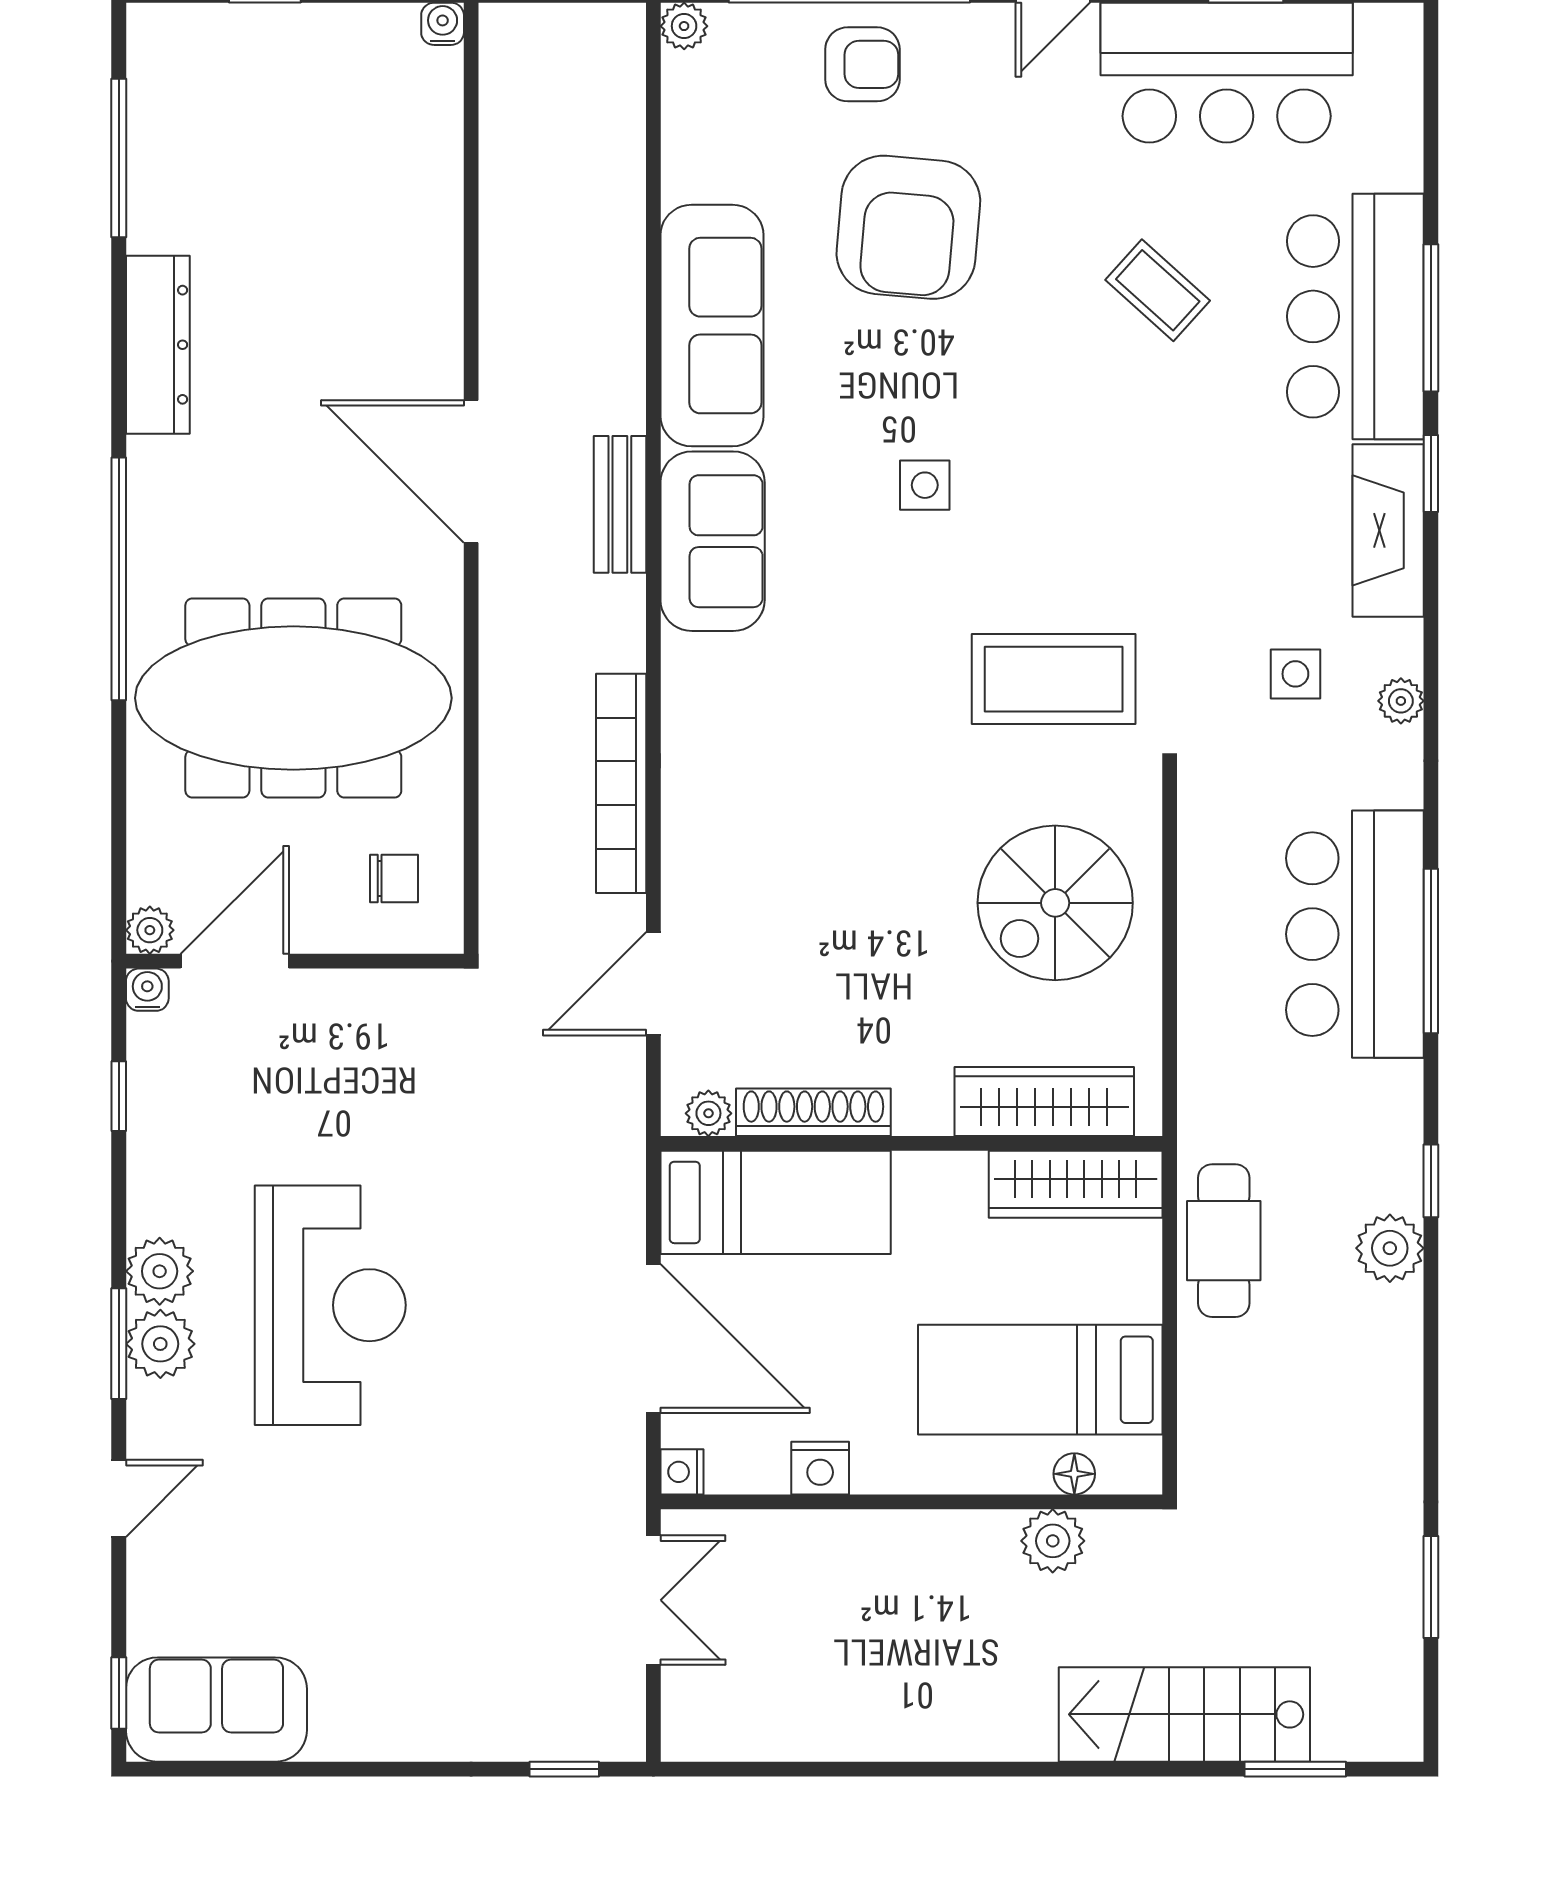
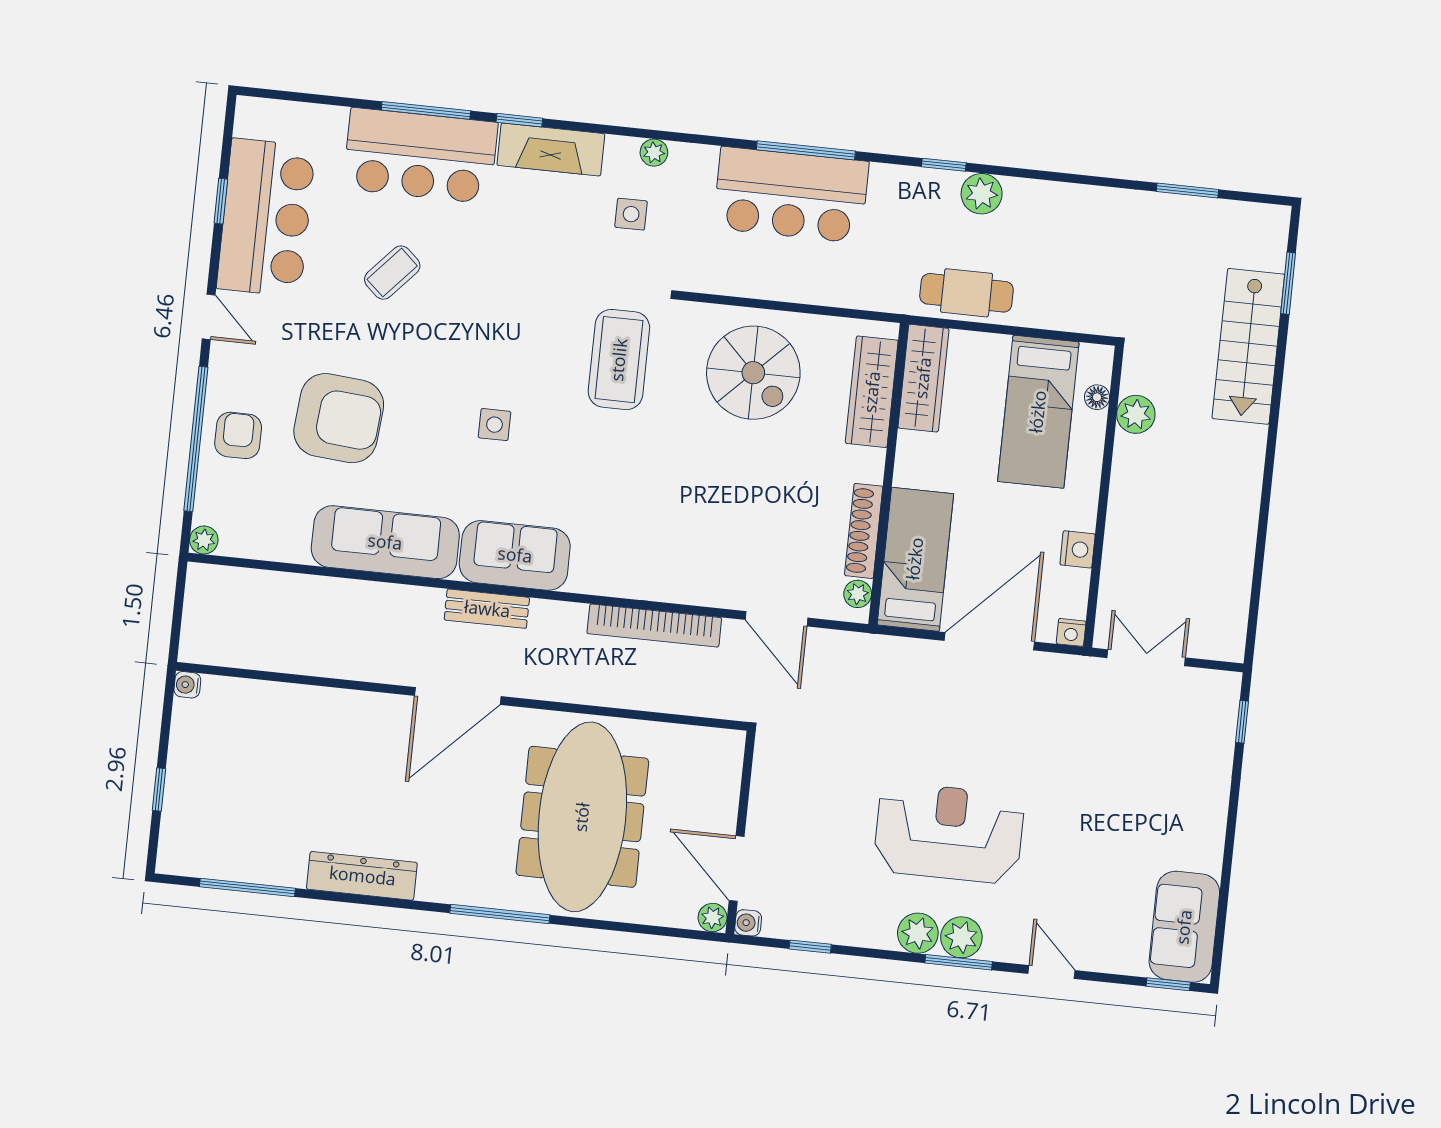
window: (119, 579) -> (500, 914), width x0.68
chair: (394, 879) -> (697, 768), removed

